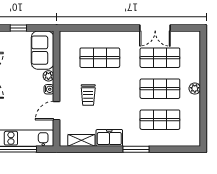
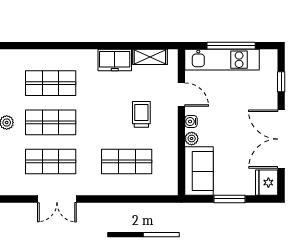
window: (18, 28) -> (230, 199), width x1.50
double door: (155, 28) -> (57, 199), swing flipped
door: (57, 111) -> (181, 95), hinge flipped
window: (136, 149) -> (81, 46), removed

